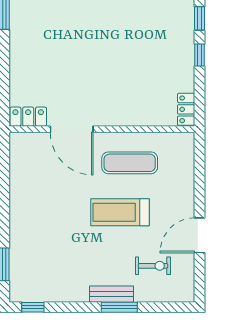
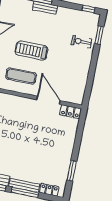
treadmill: (120, 212) -> (32, 51), turned 180
exercise bike: (153, 266) -> (81, 42), moved

